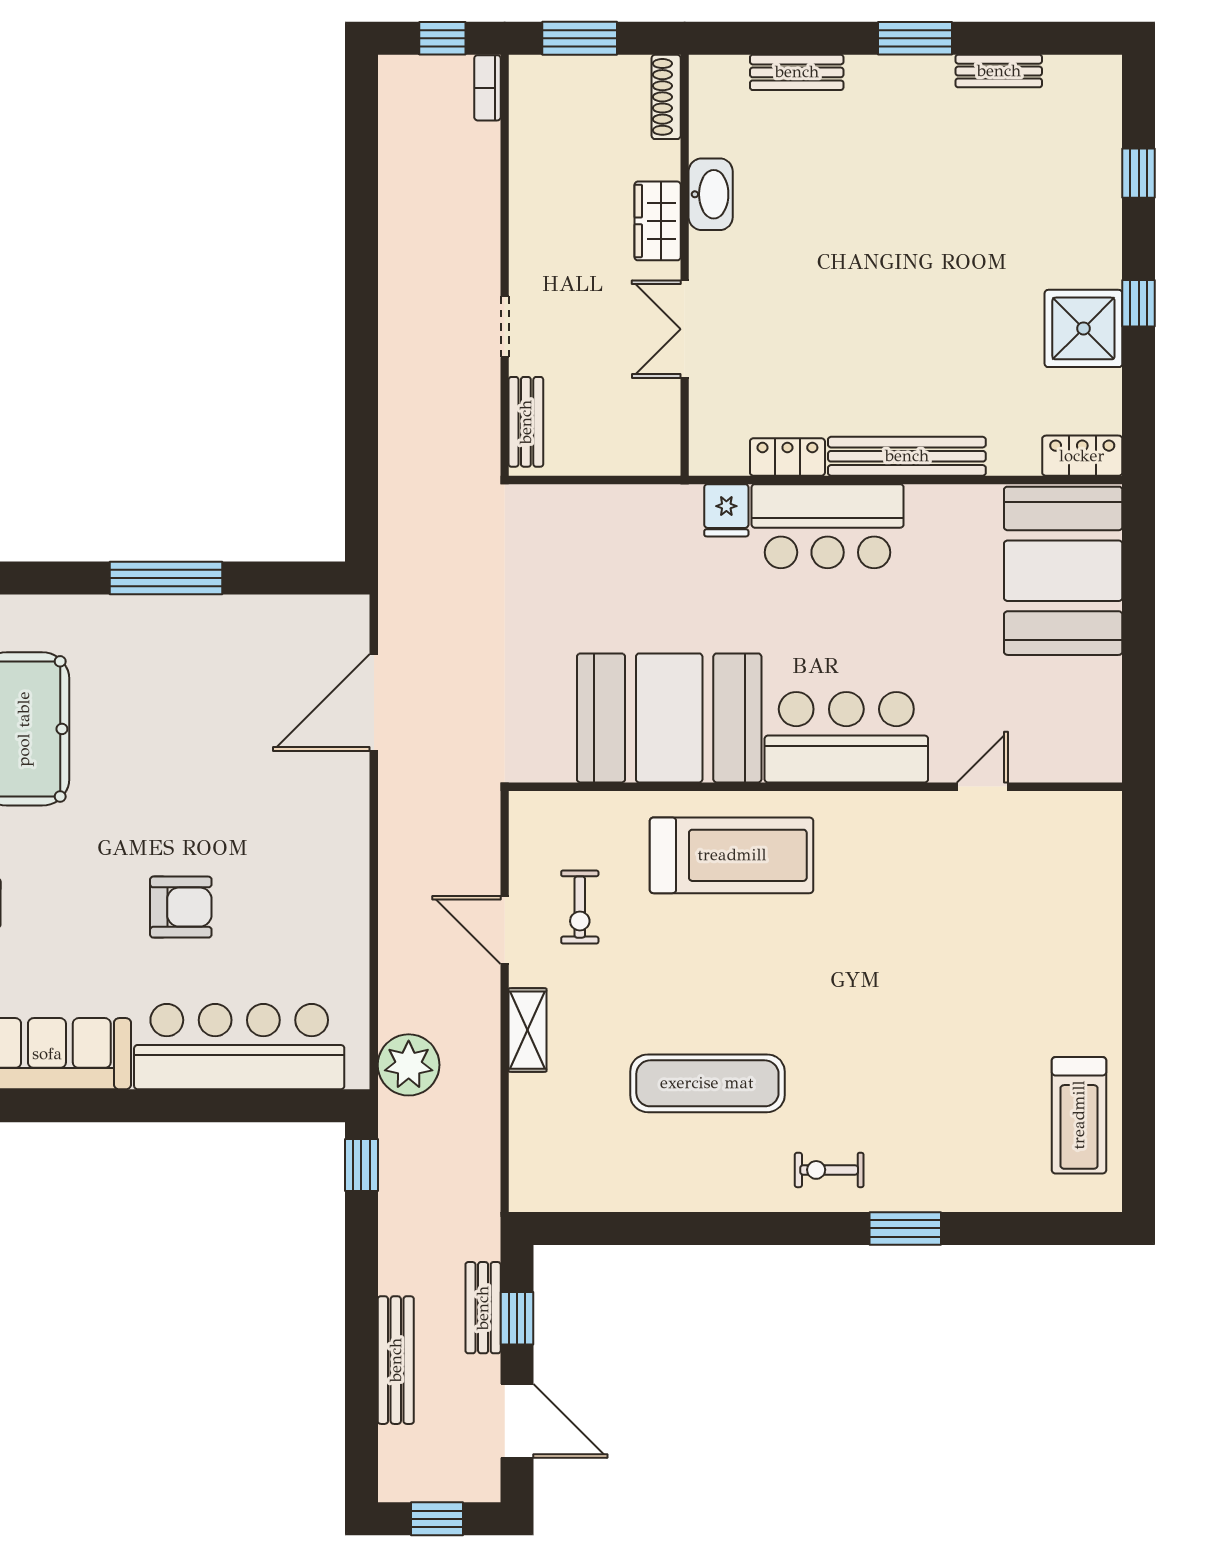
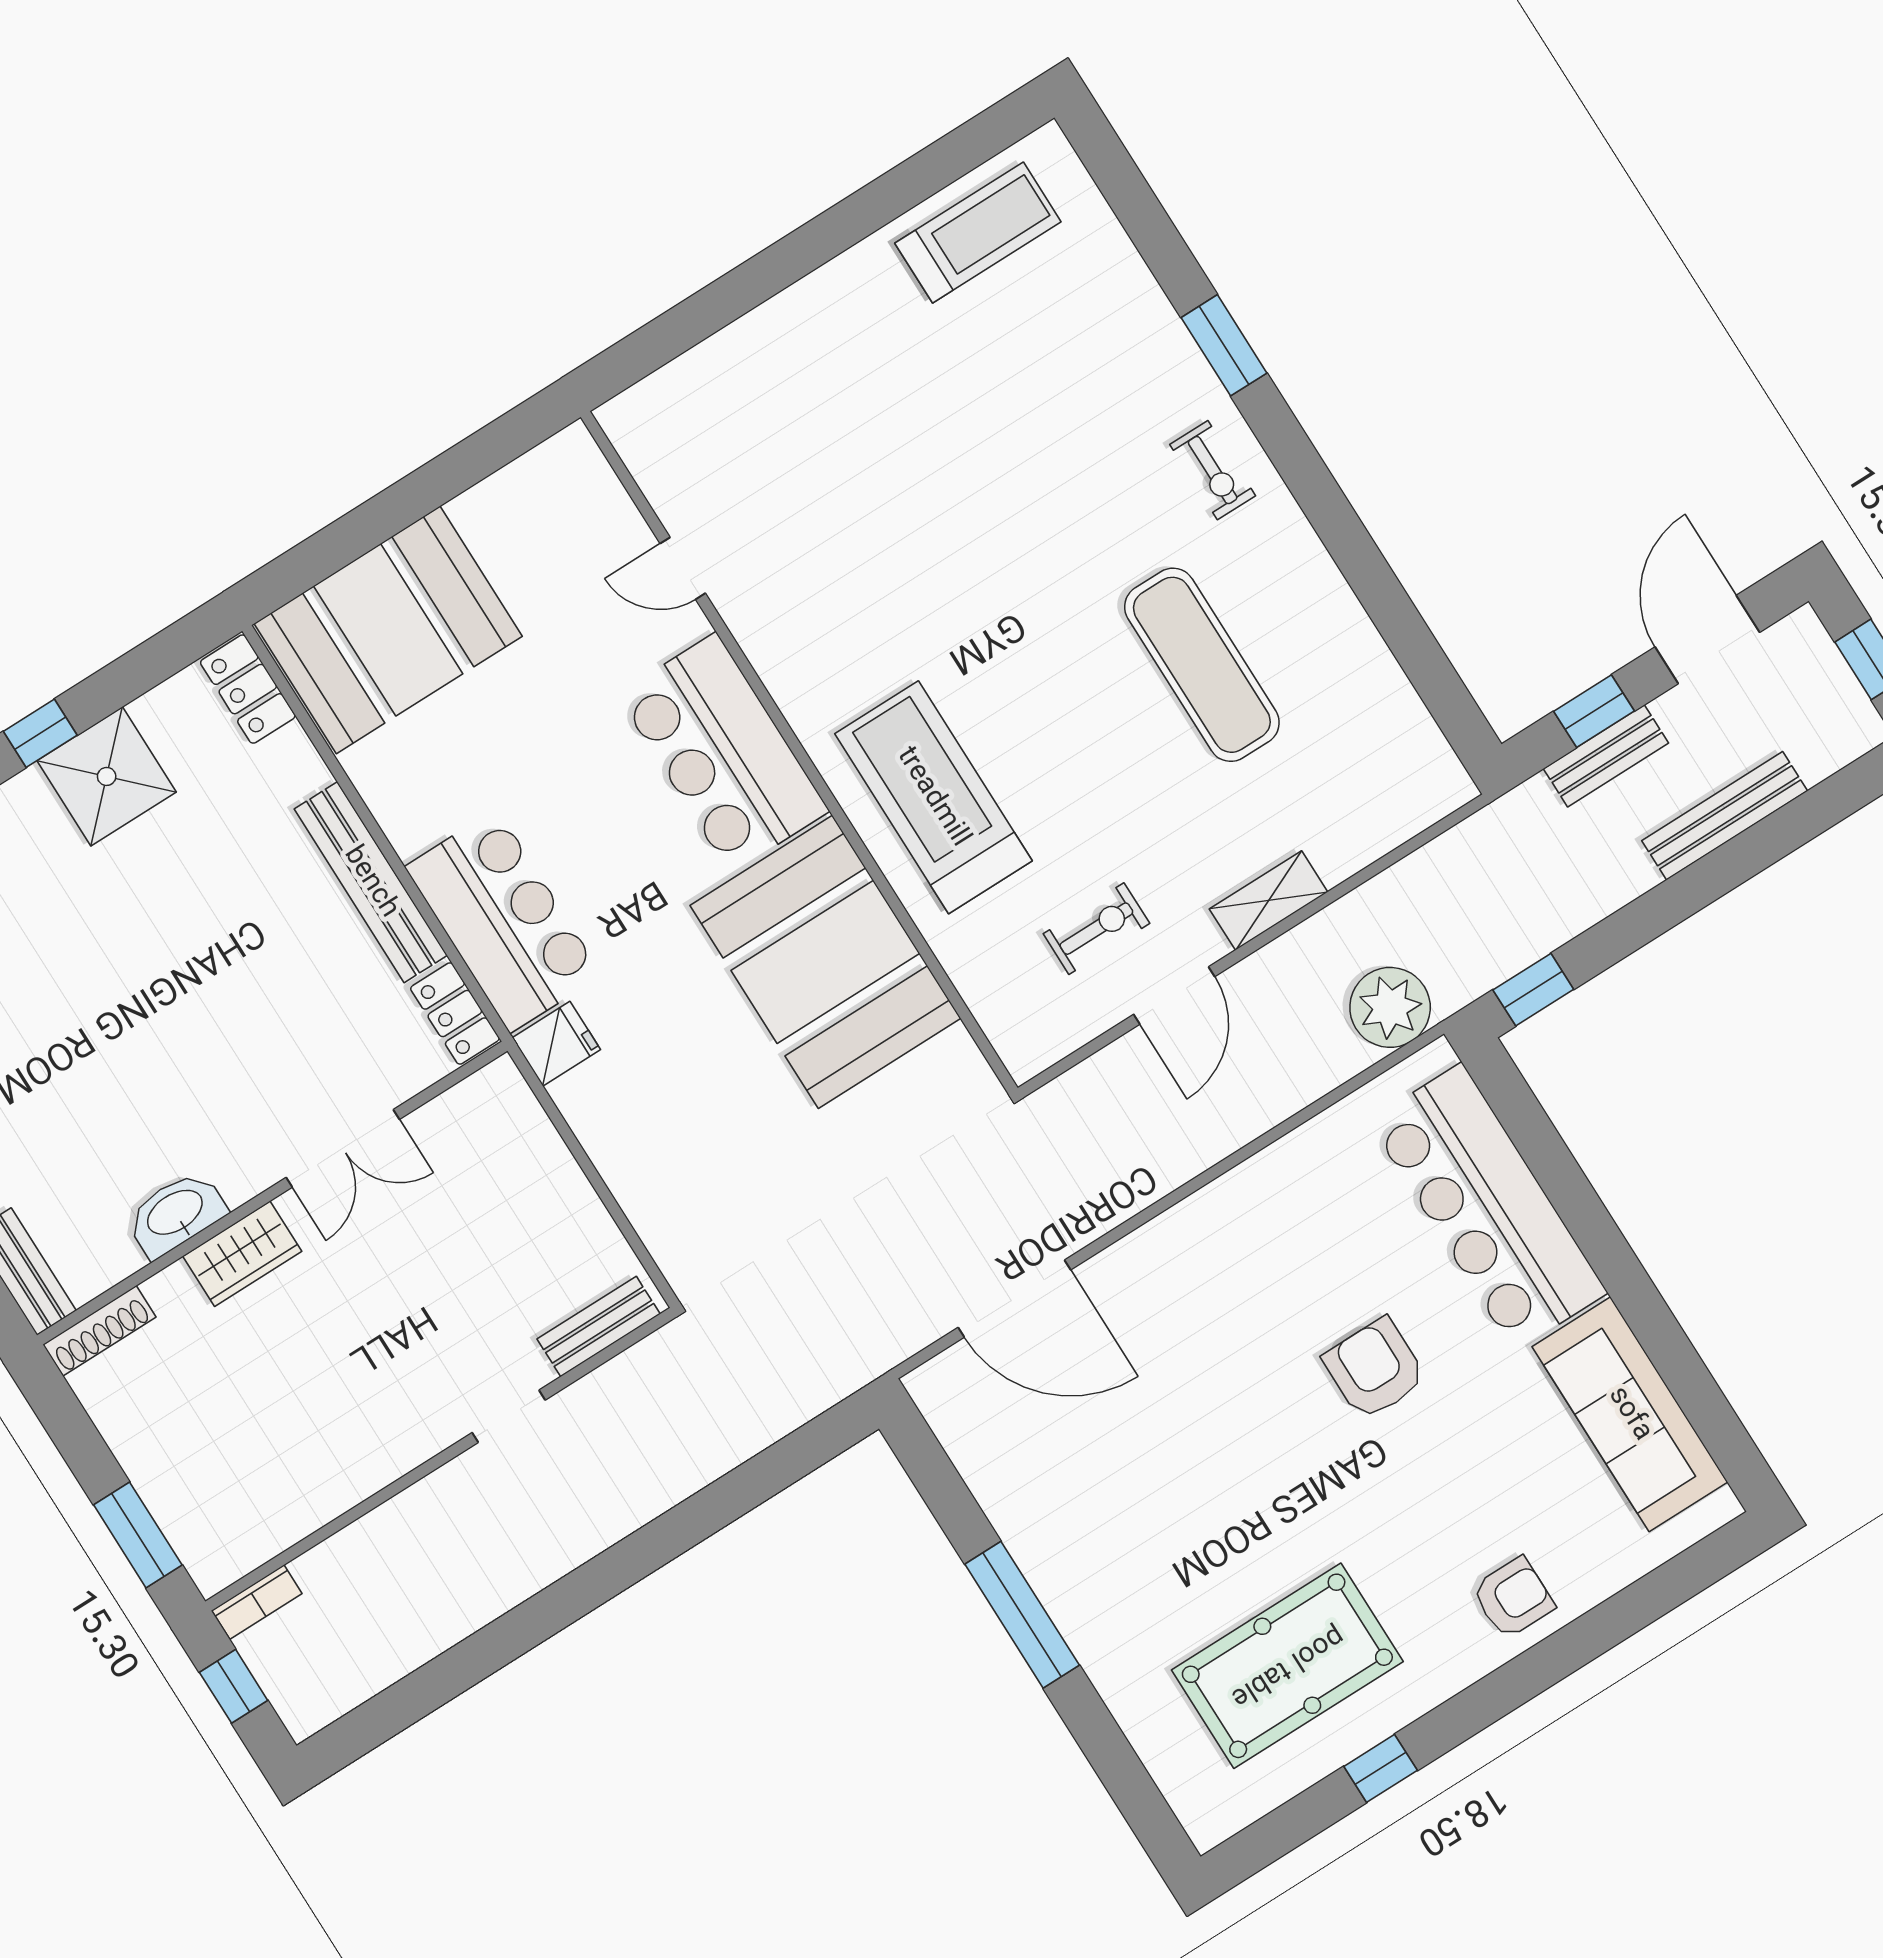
shoe rack: (666, 97) -> (99, 1331), moved
washbasin: (711, 194) -> (176, 1214), moved
wardrobe: (658, 221) -> (242, 1254), moved
wall: (685, 265) -> (272, 1193), moved
double door: (685, 329) -> (343, 1148), moved

